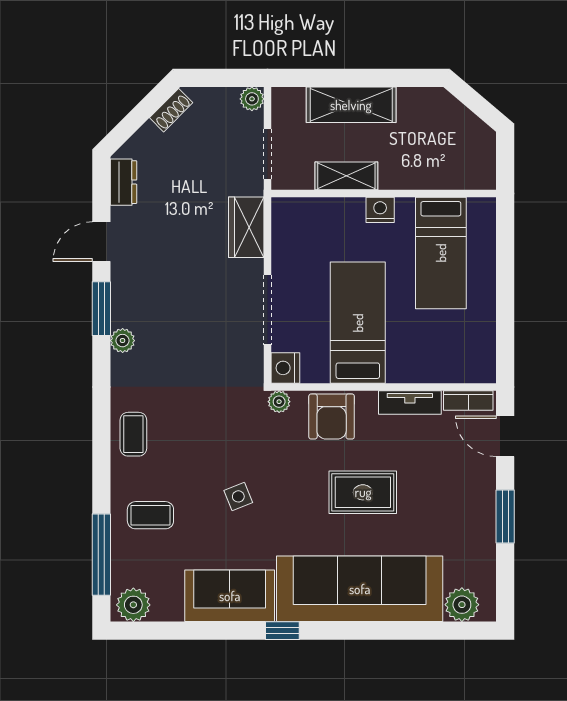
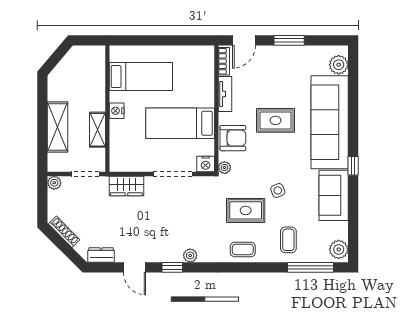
shoe rack: (171, 110) -> (64, 232), width x1.43
window: (101, 309) -> (172, 267), width x0.67
rug: (203, 439) -> (246, 210), added
rug: (363, 492) -> (275, 120), turned 90

